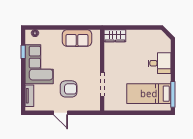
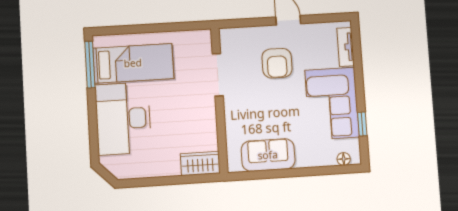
desk: (159, 63) -> (123, 119), width x1.87, depth x1.30
armchair: (69, 89) -> (277, 63), turned -90

